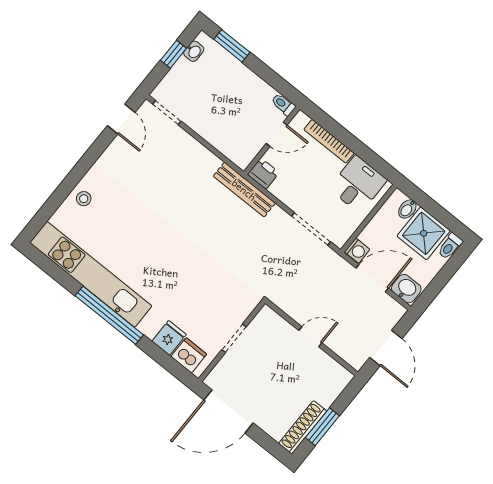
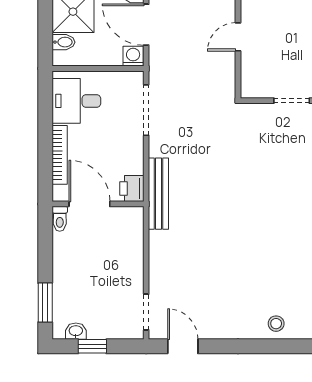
door: (121, 119) -> (183, 346), hinge flipped
door: (277, 134) -> (89, 204), width x1.38
door: (310, 337) -> (238, 37), hinge flipped

